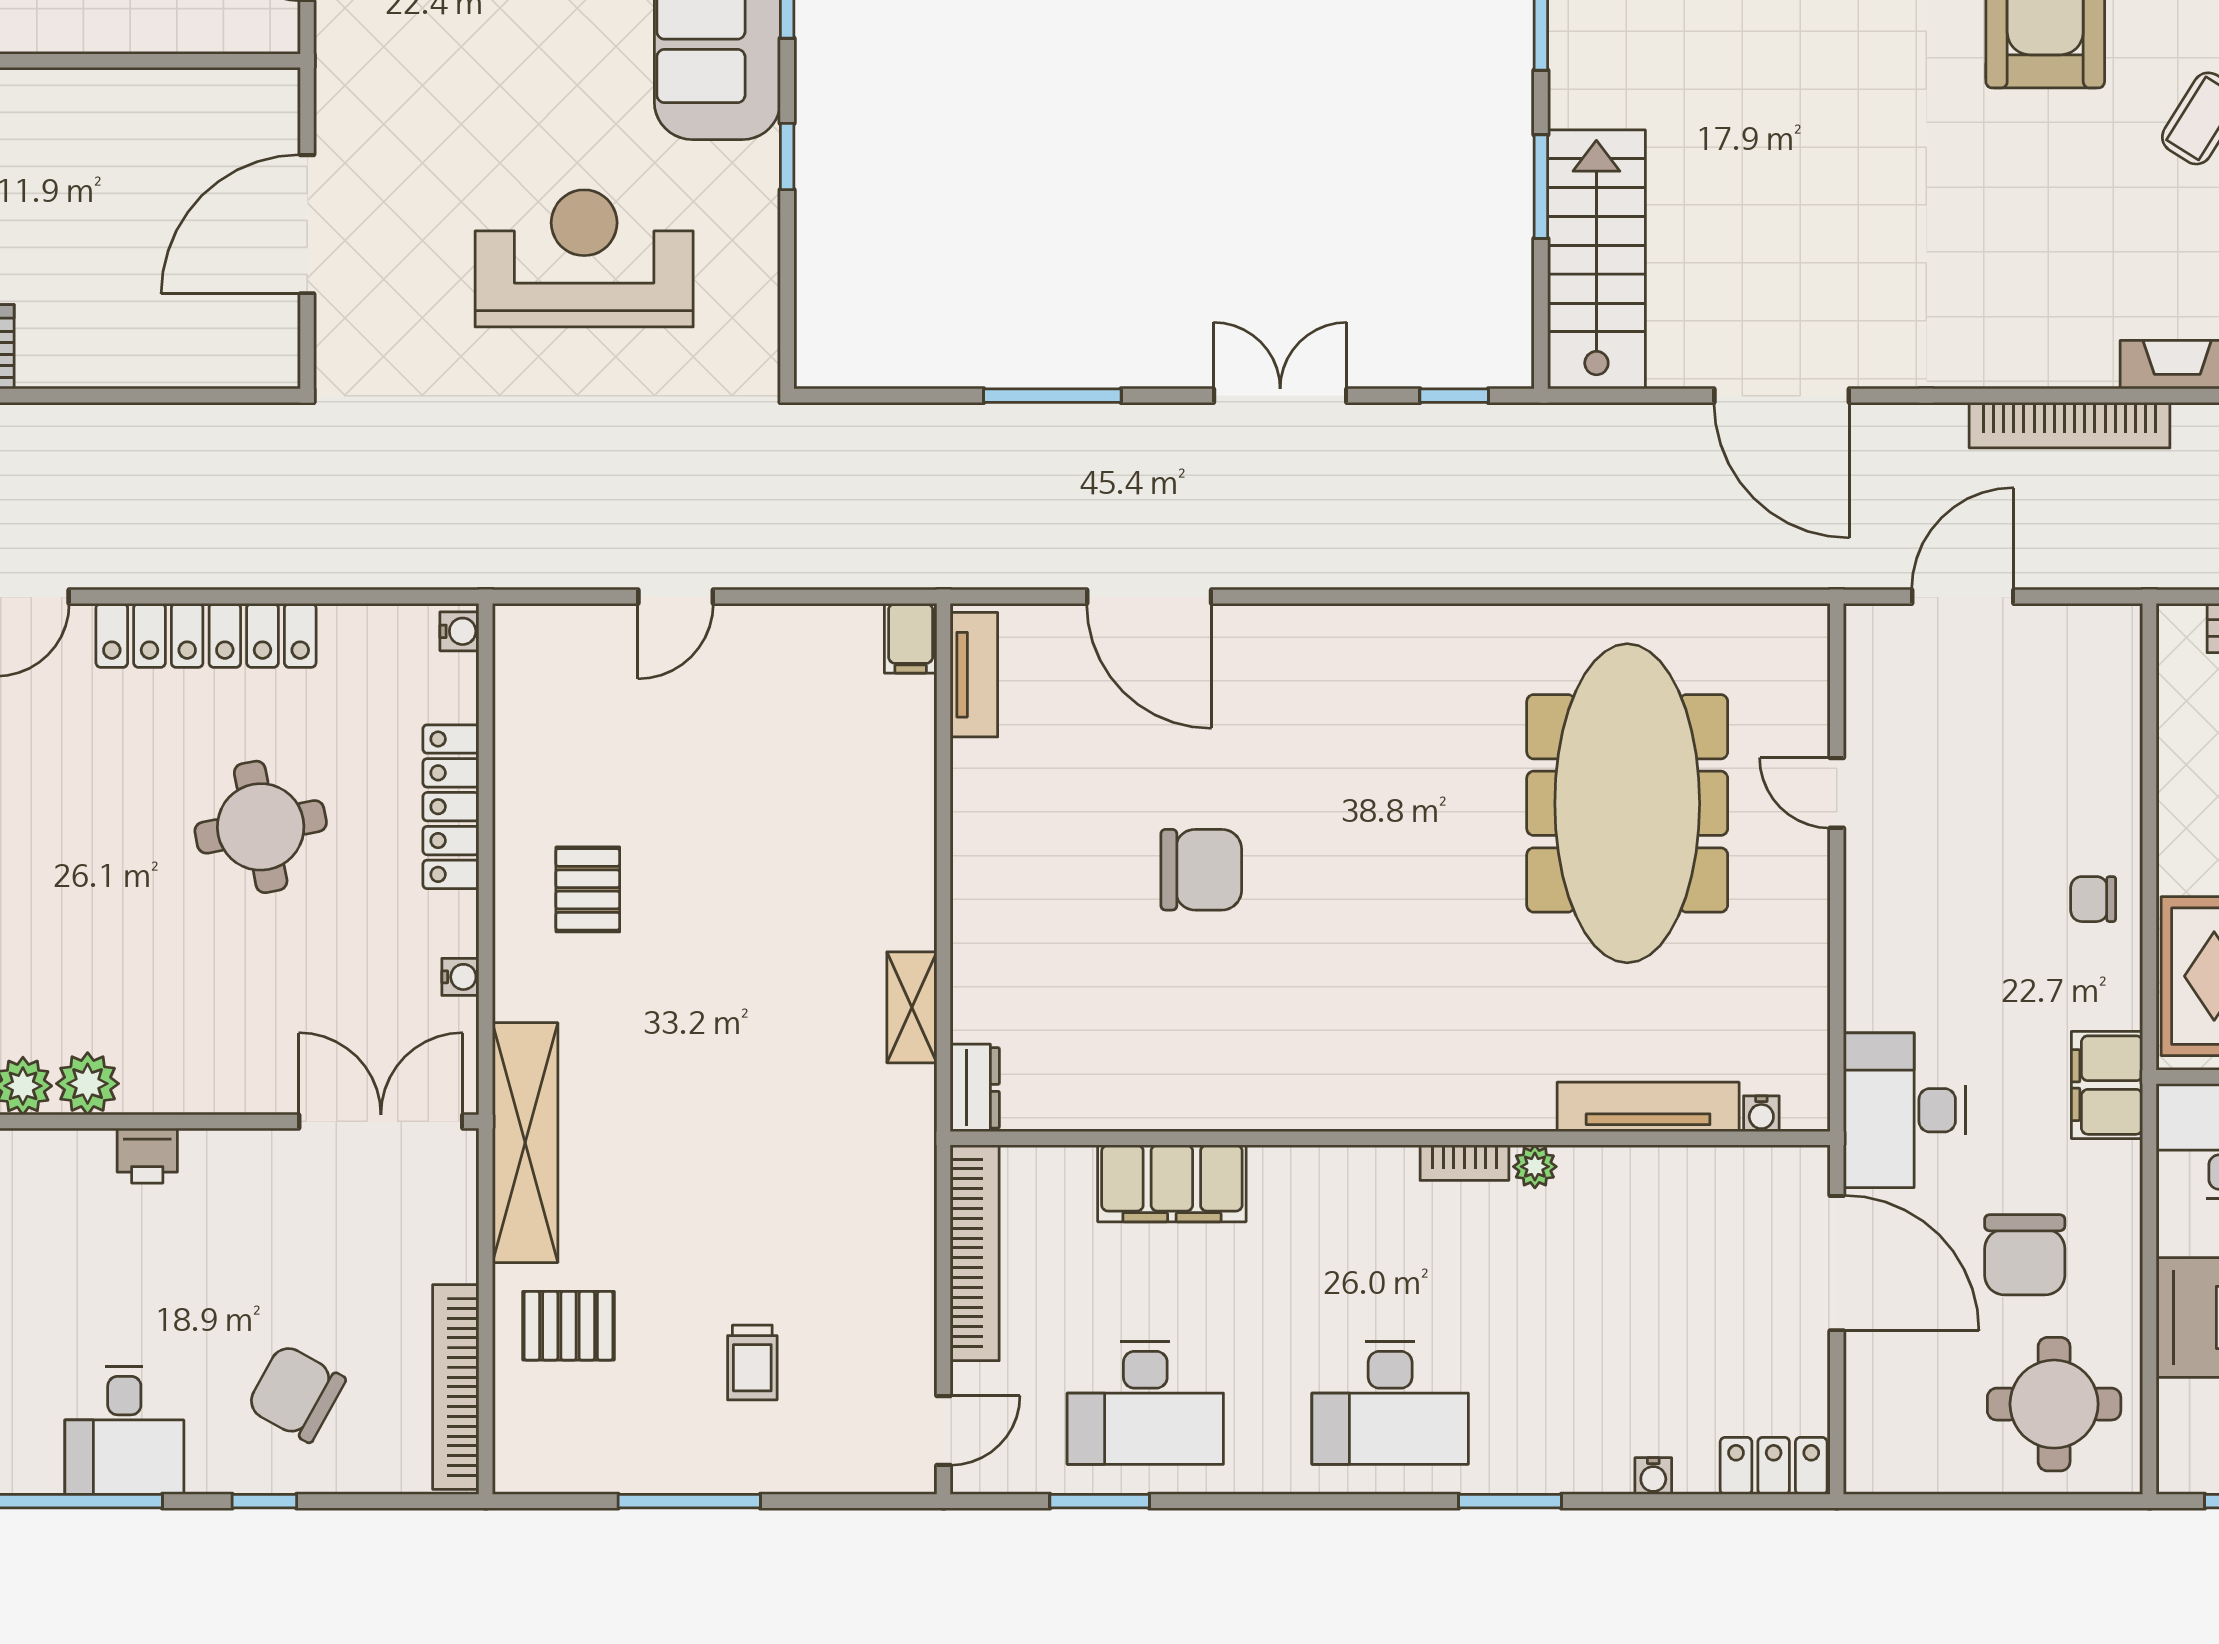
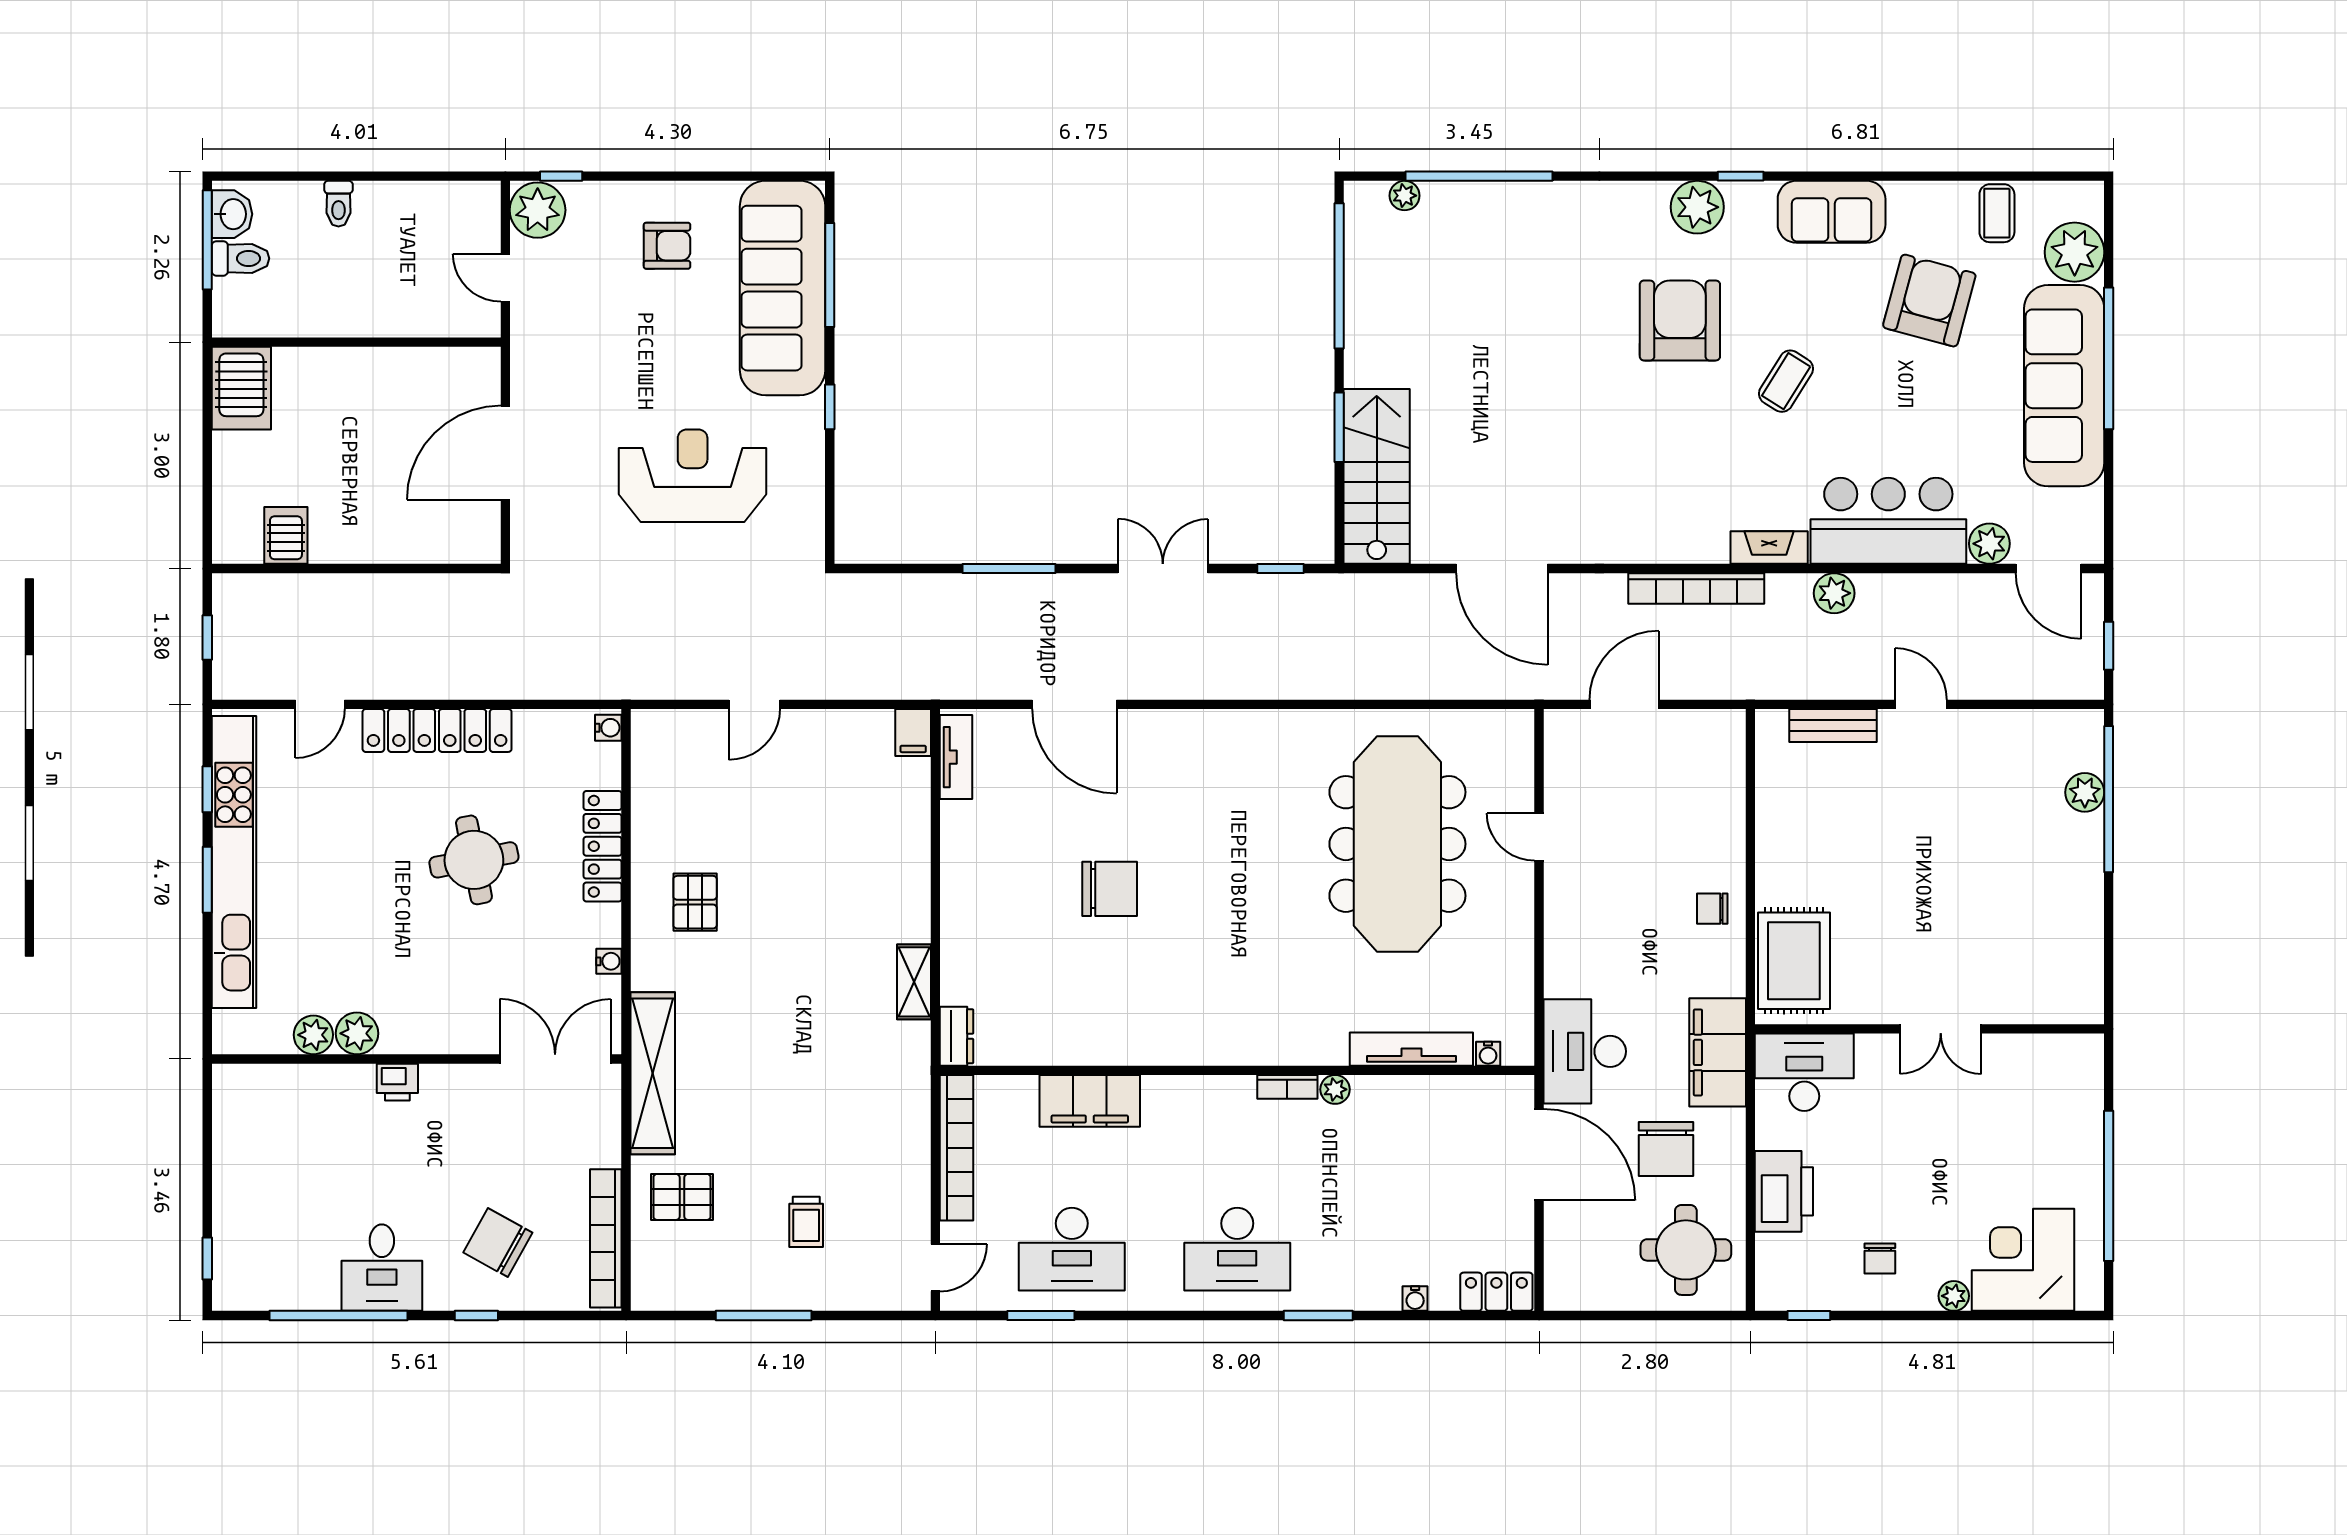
filing cabinet: (2107, 1085) -> (1718, 1052), width x1.50, depth x1.17

